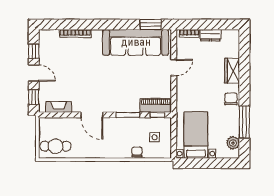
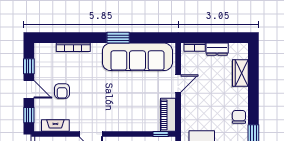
window: (151, 24) -> (118, 38), moved
wardrobe: (232, 71) -> (240, 73), moved
armchair: (65, 75) -> (62, 91), added
piano: (156, 105) -> (168, 115), moved, turned -90
window: (128, 115) -> (129, 134), removed

